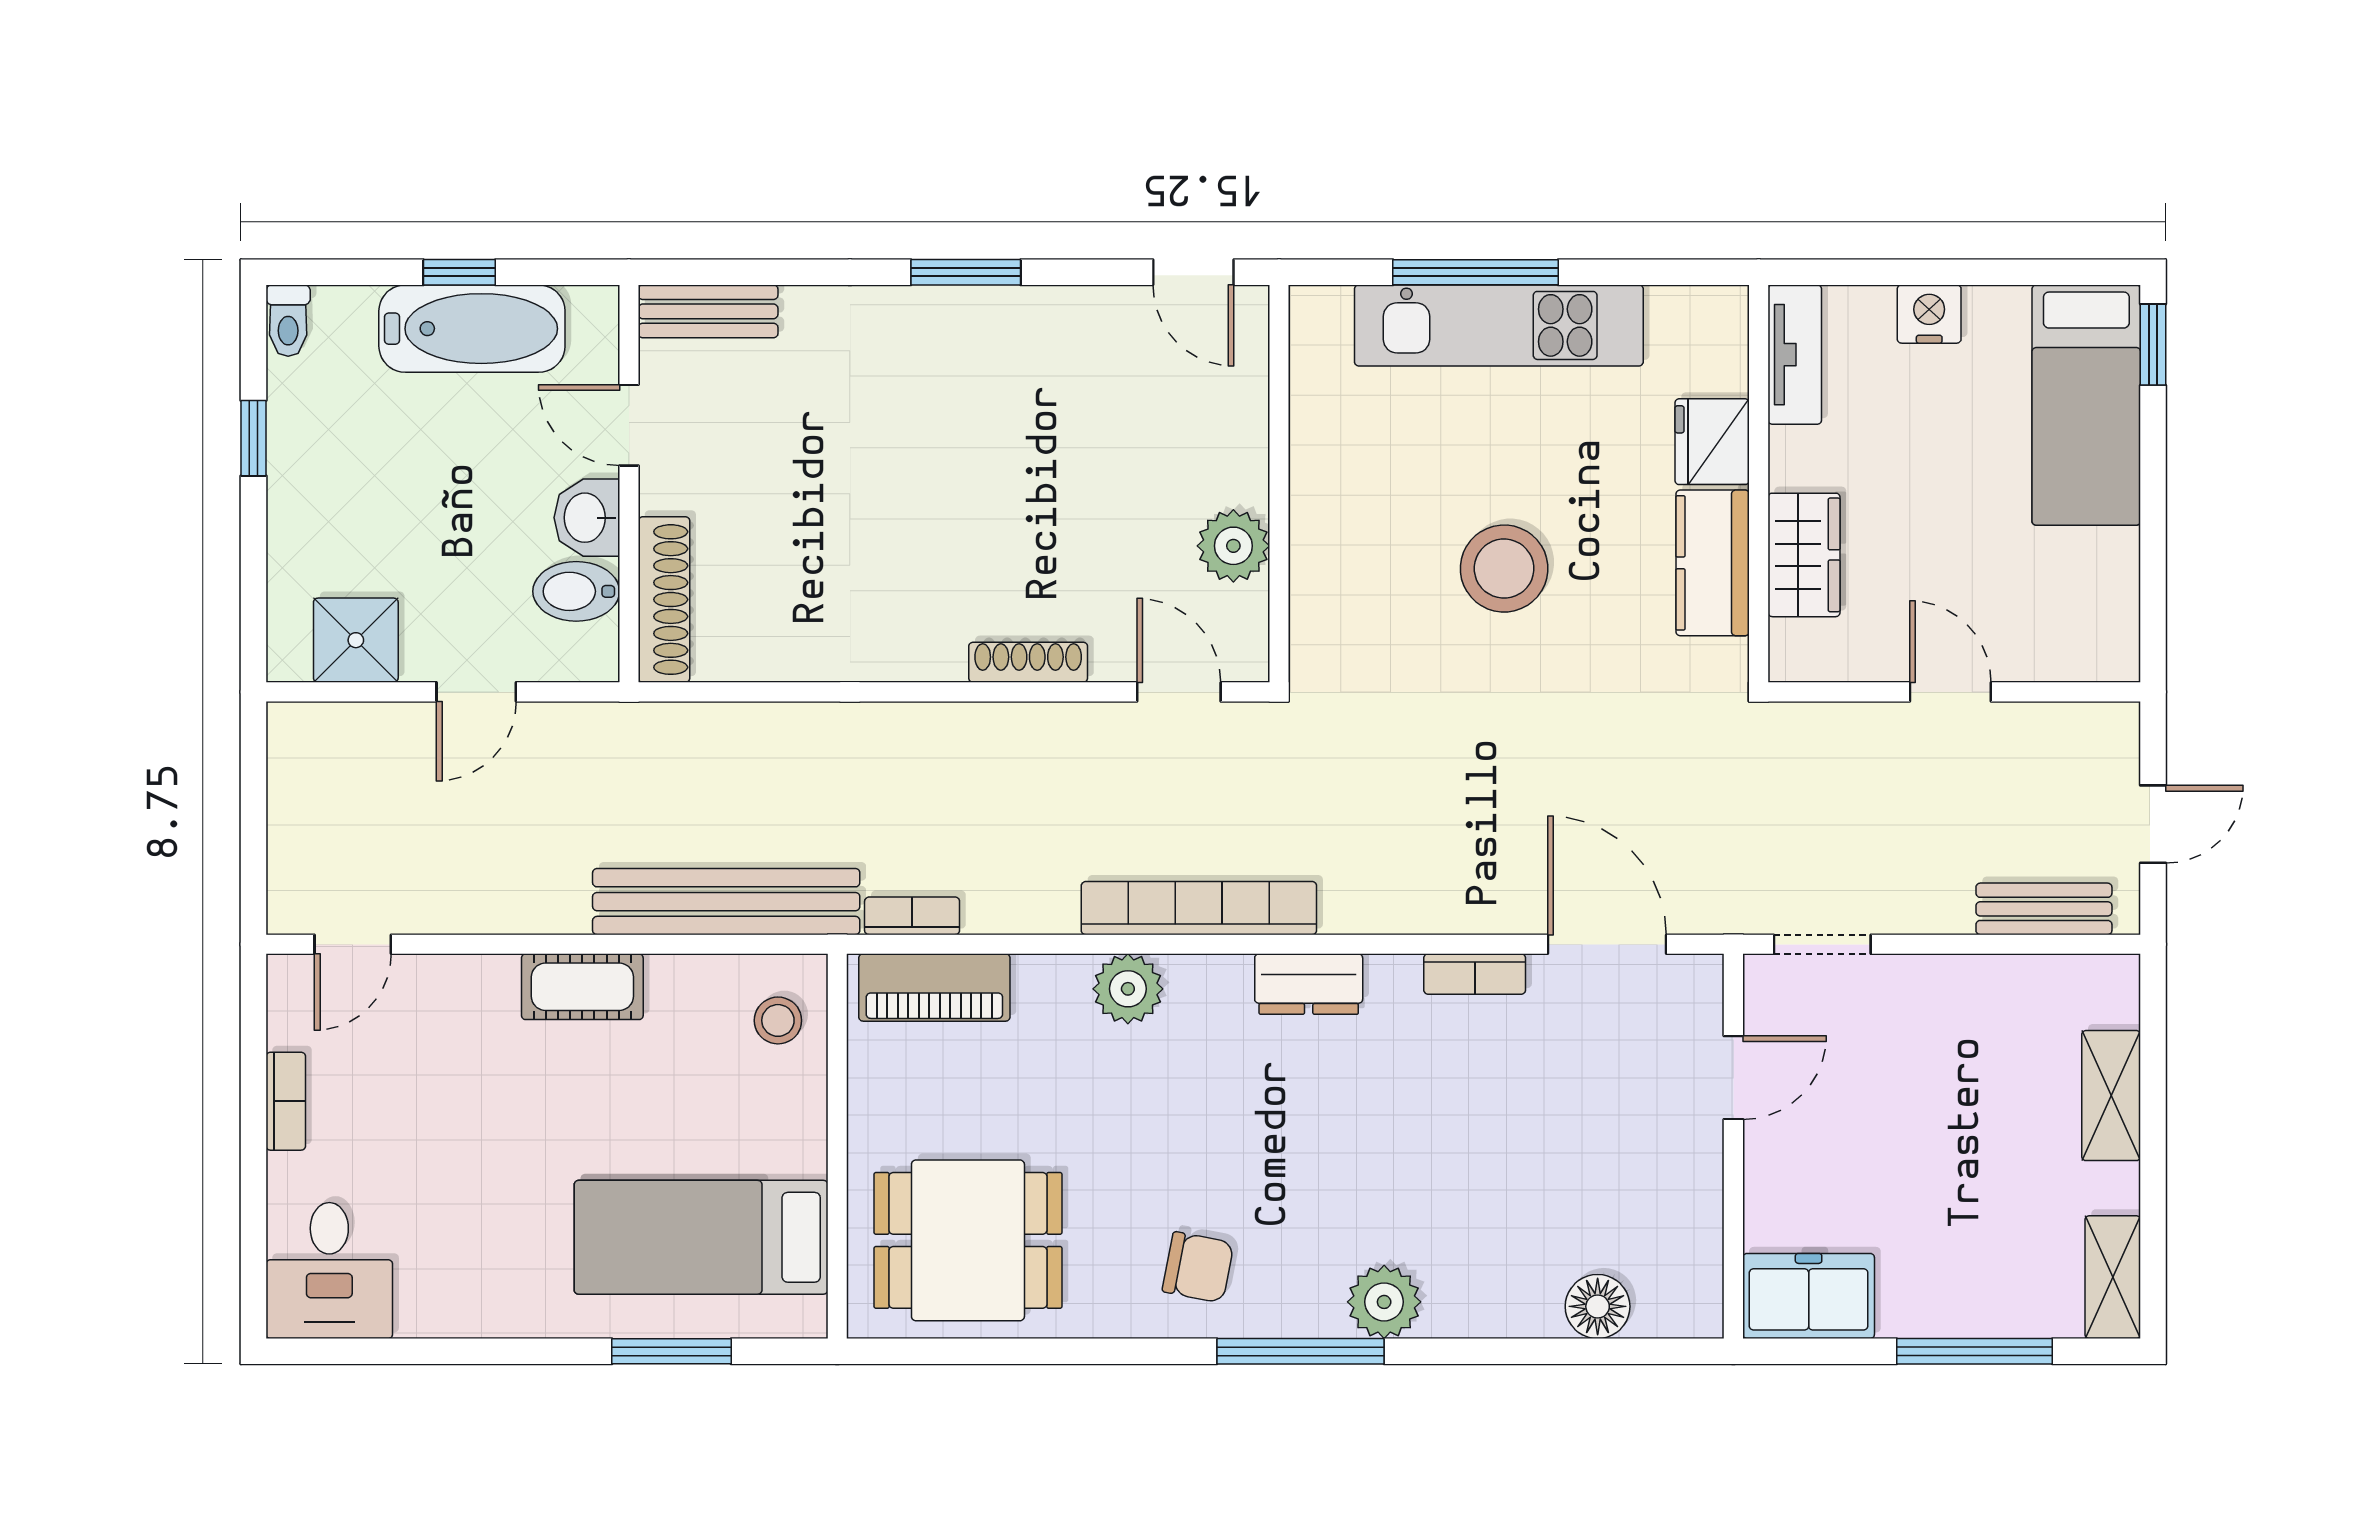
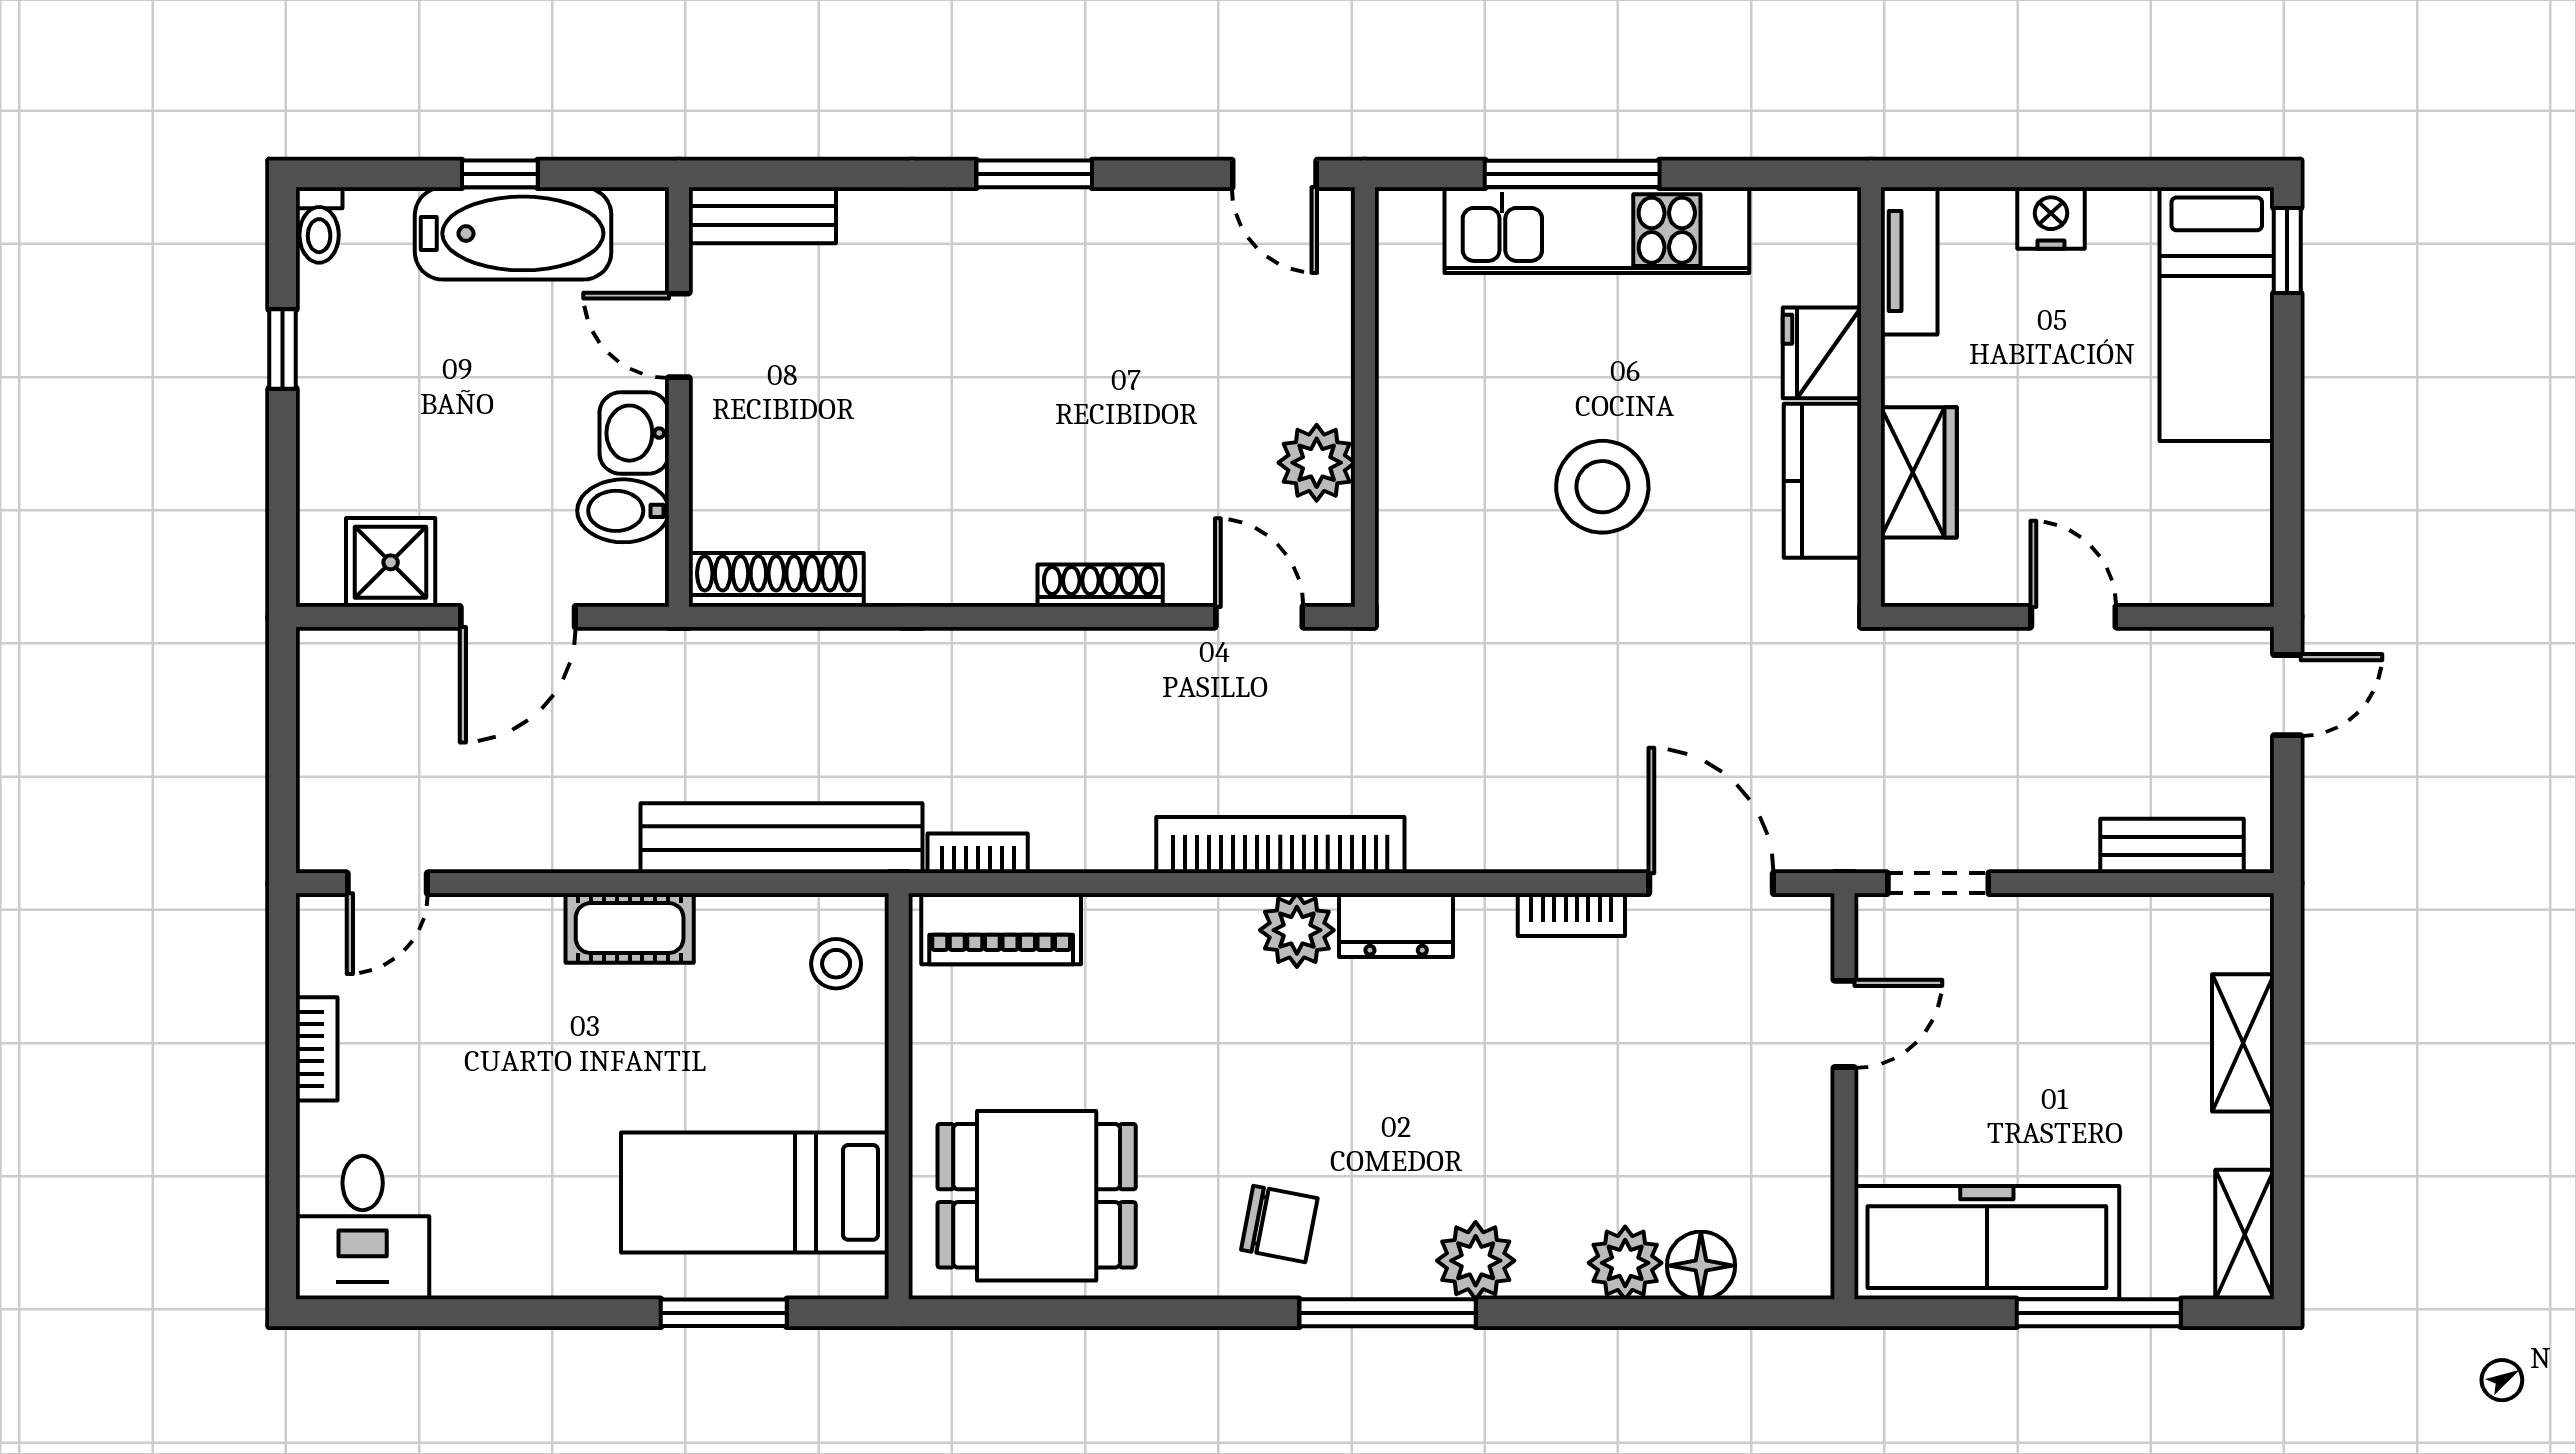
shoe rack: (664, 600) -> (776, 580), moved, turned -90
door: (476, 692) -> (518, 617), width x1.38
door: (2153, 824) -> (2287, 695), moved
plant: (1128, 989) -> (1297, 930), moved
freezer: (1809, 1296) -> (1987, 1243), width x1.91, depth x1.26
plant: (1526, 1304) -> (1625, 1263), added

